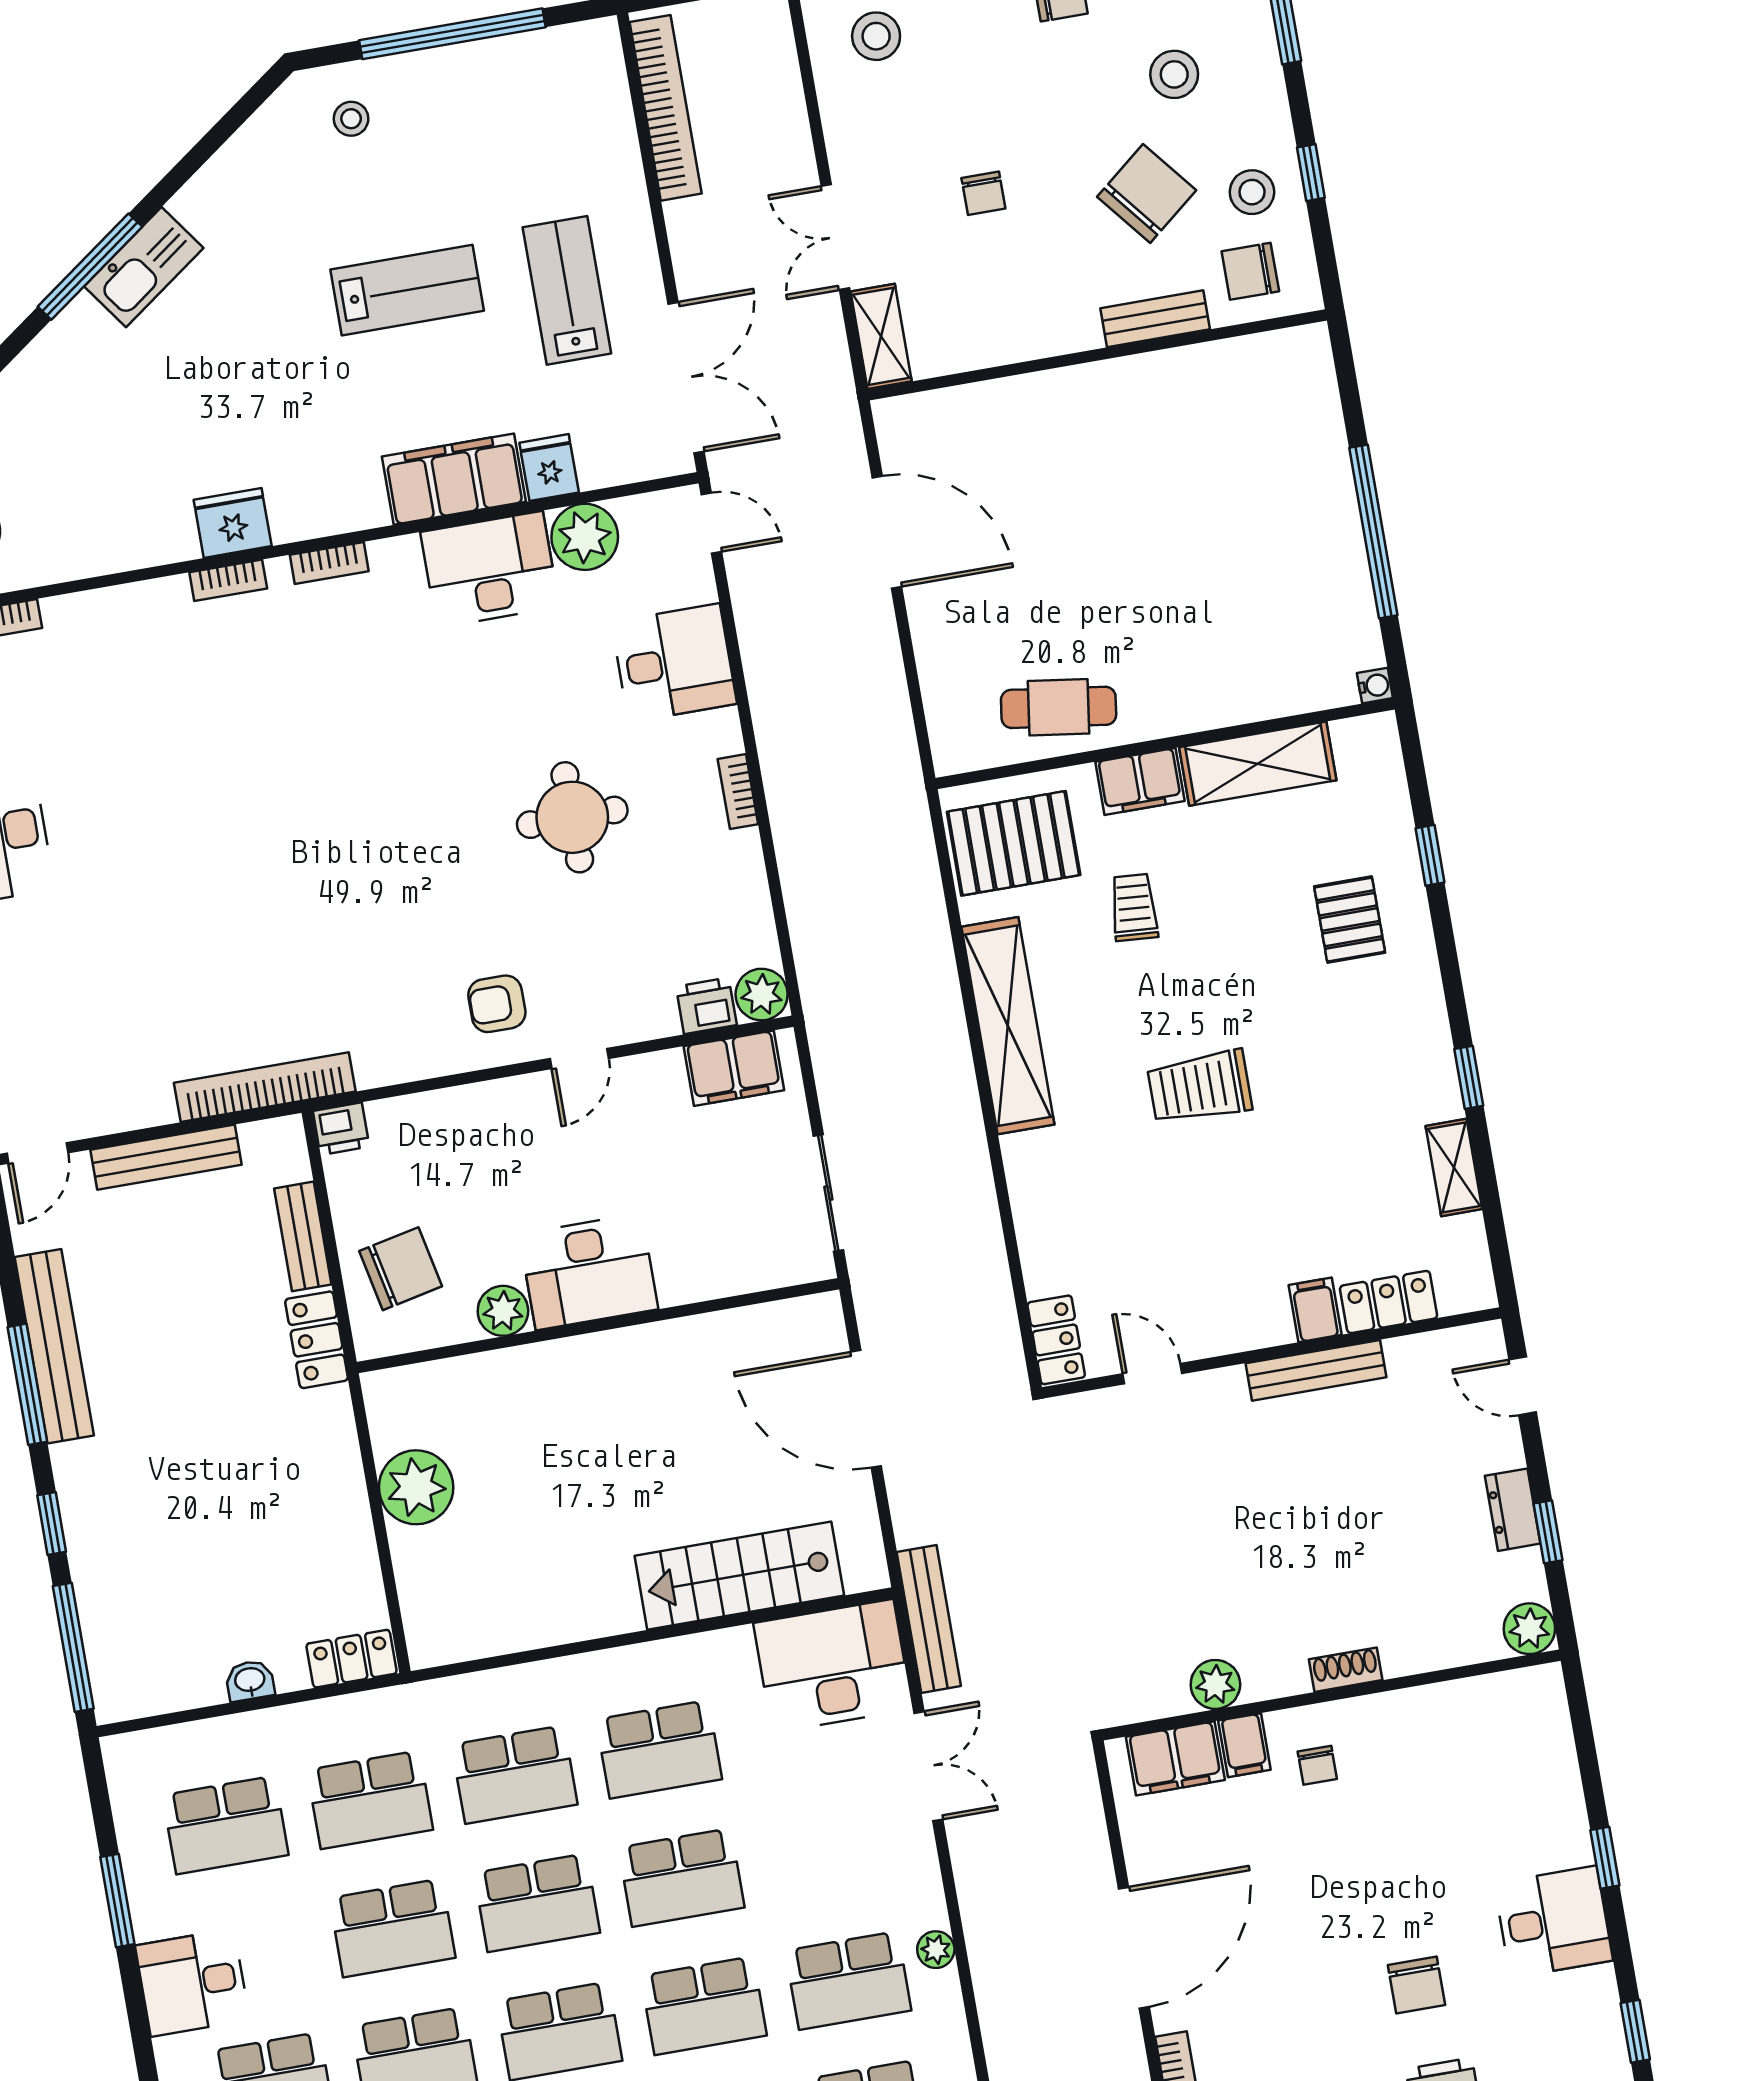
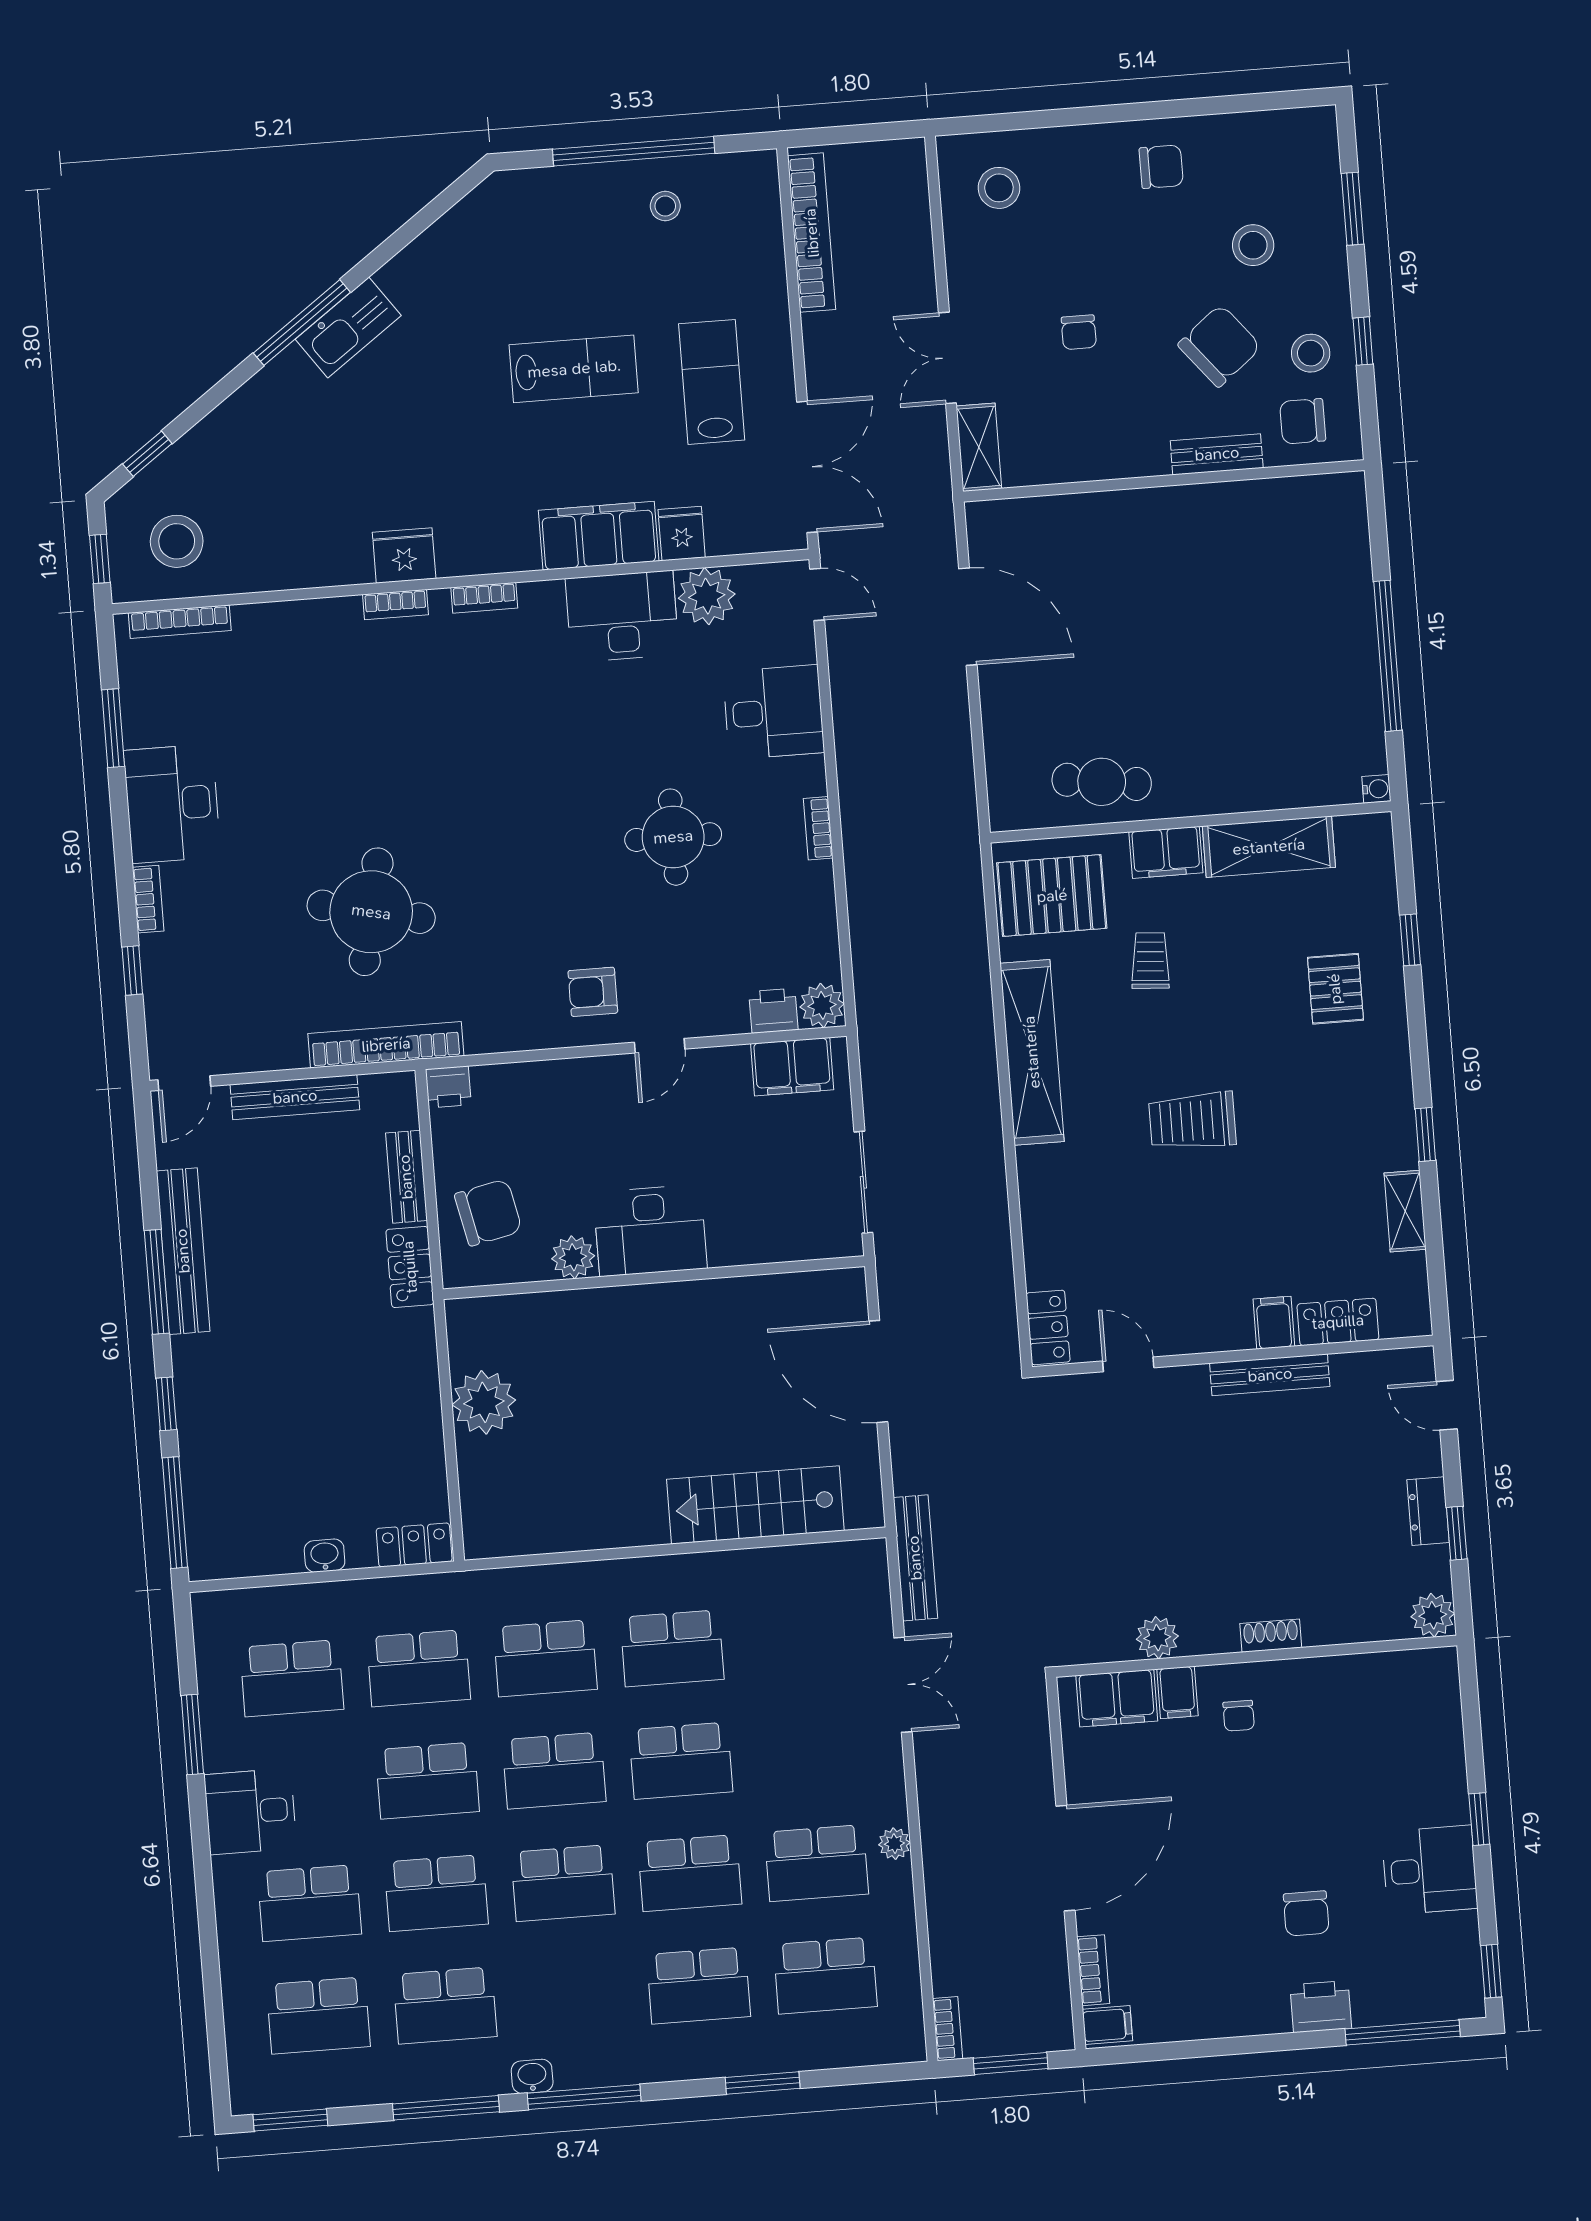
stool: (351, 119) -> (665, 206), moved
round table: (233, 936) -> (371, 912), added
desk: (833, 1666) -> (829, 1590), removed

